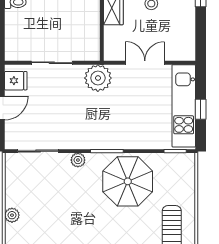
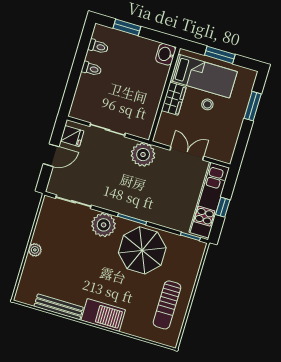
plant: (78, 160) -> (104, 225), width x1.87, depth x1.87

